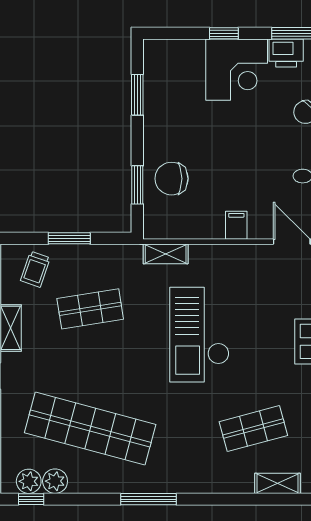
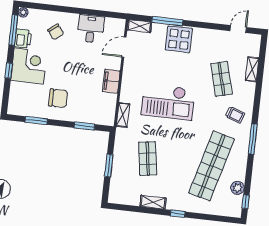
chair: (172, 179) -> (58, 98), moved, turned -90
filing cabinet: (236, 225) -> (111, 81), width x2.00
trolley: (35, 269) -> (235, 115), moved
plant: (29, 481) -> (236, 202), removed

